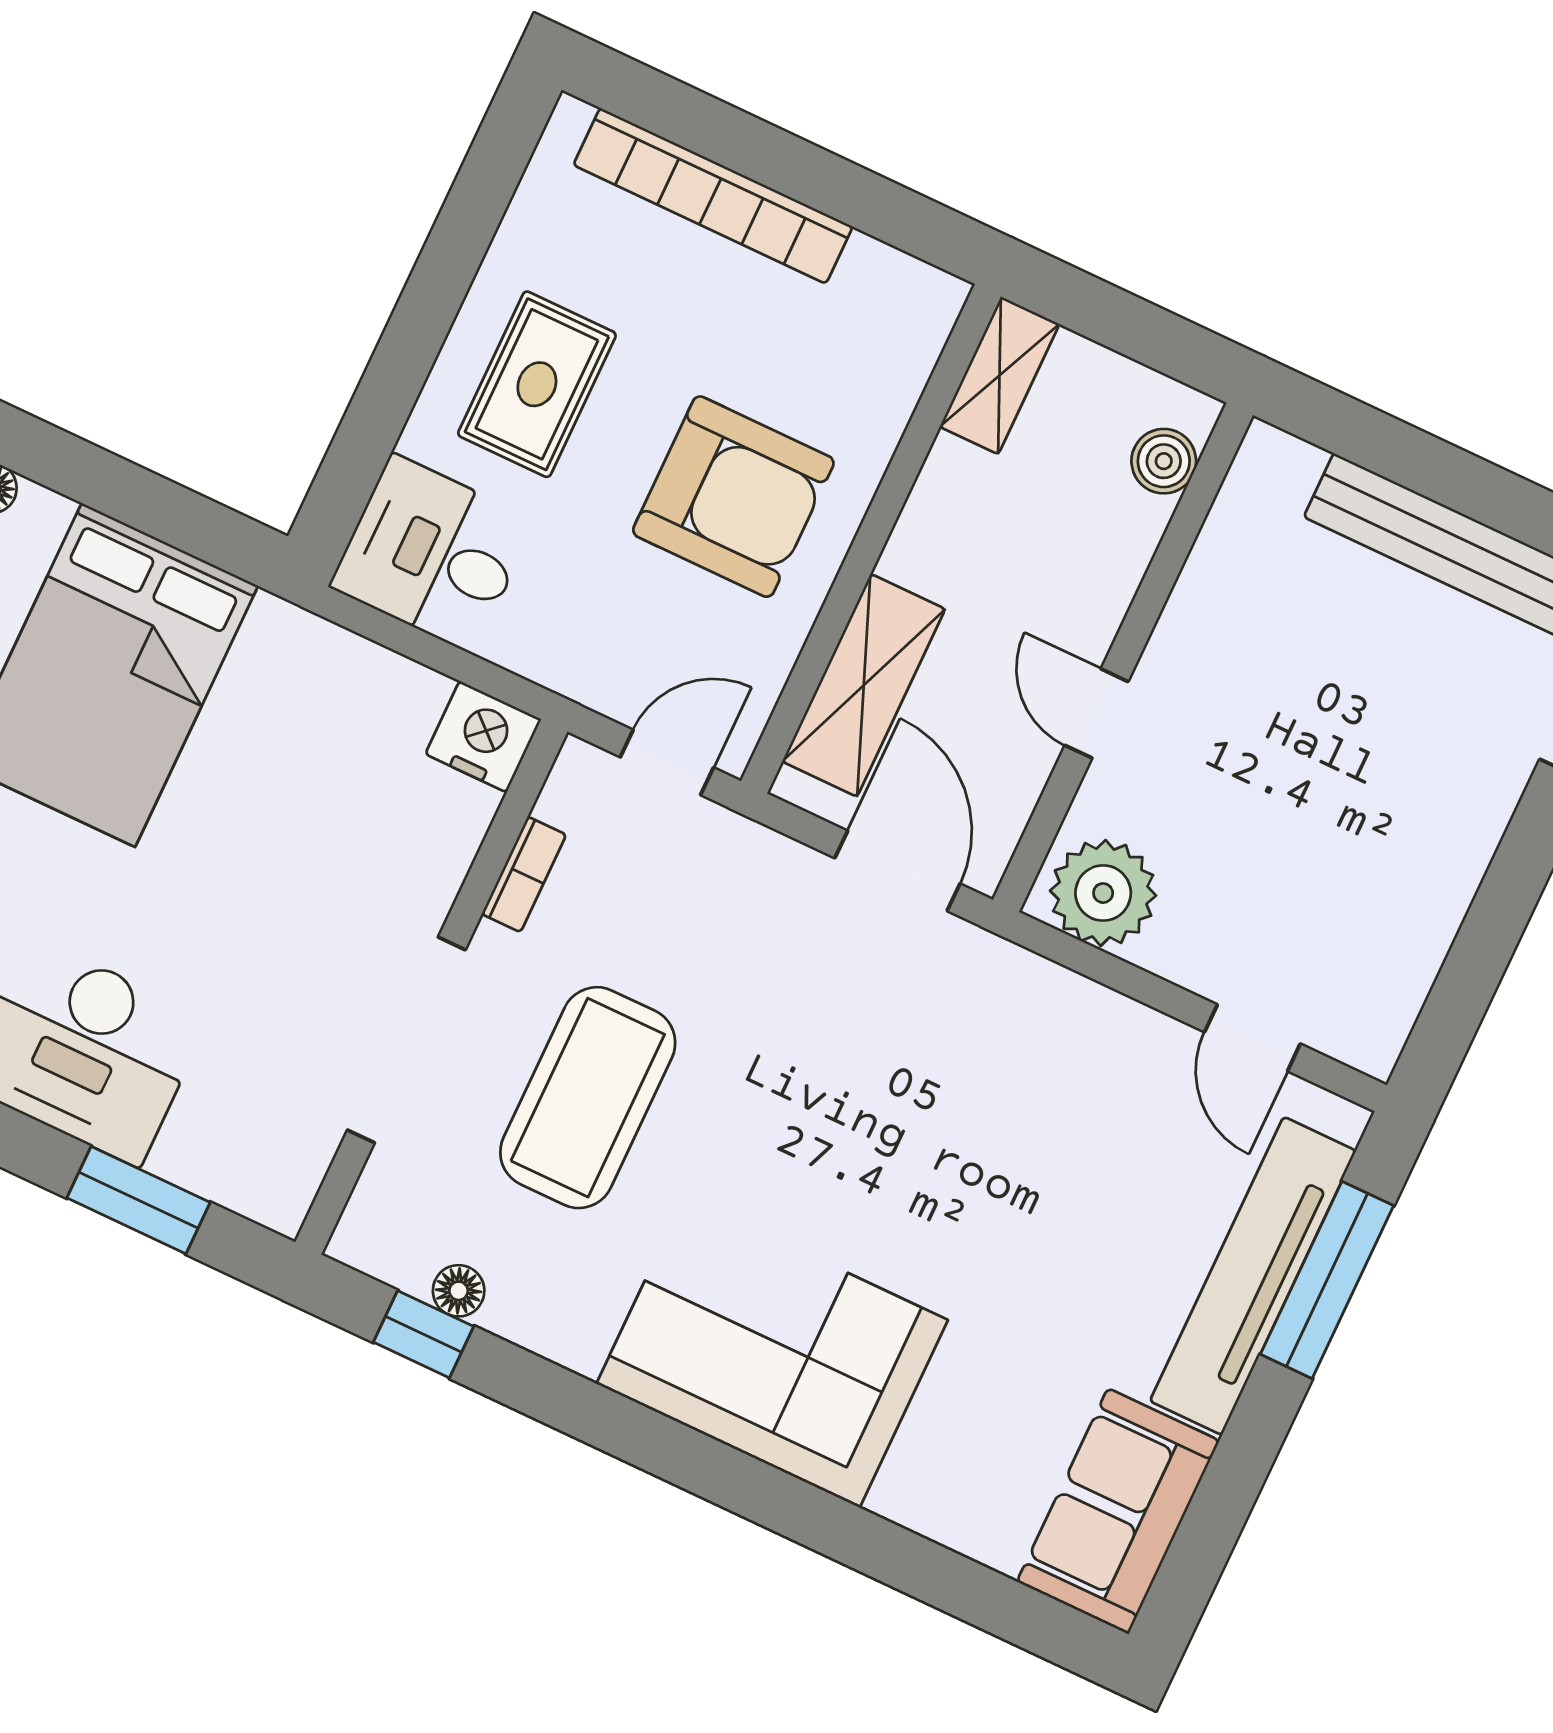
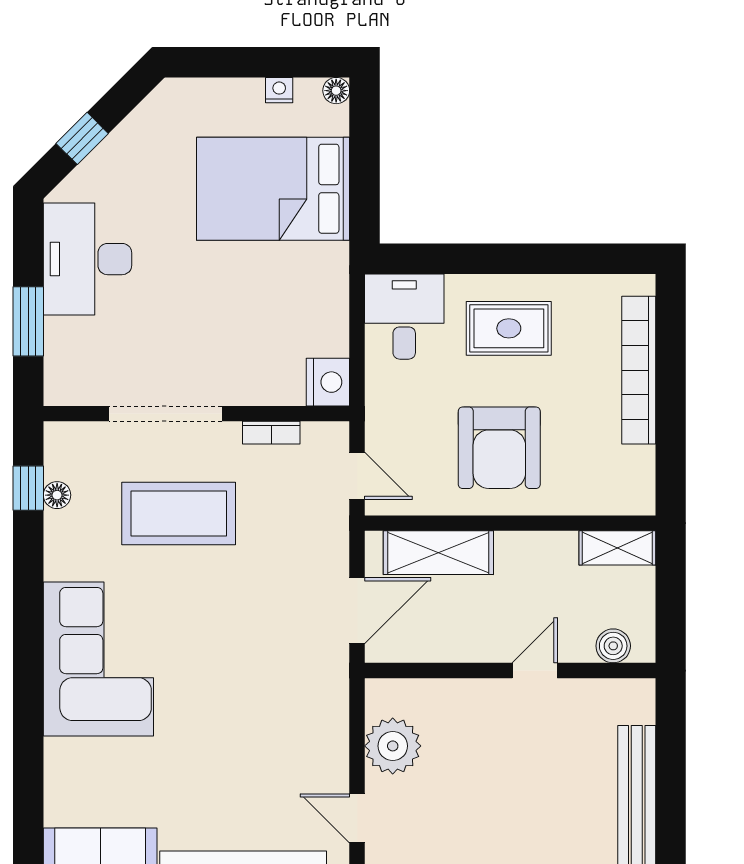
door: (1097, 713) -> (535, 671), moved
plant: (1103, 893) -> (393, 746), moved
door: (1252, 1038) -> (357, 818), hinge flipped

